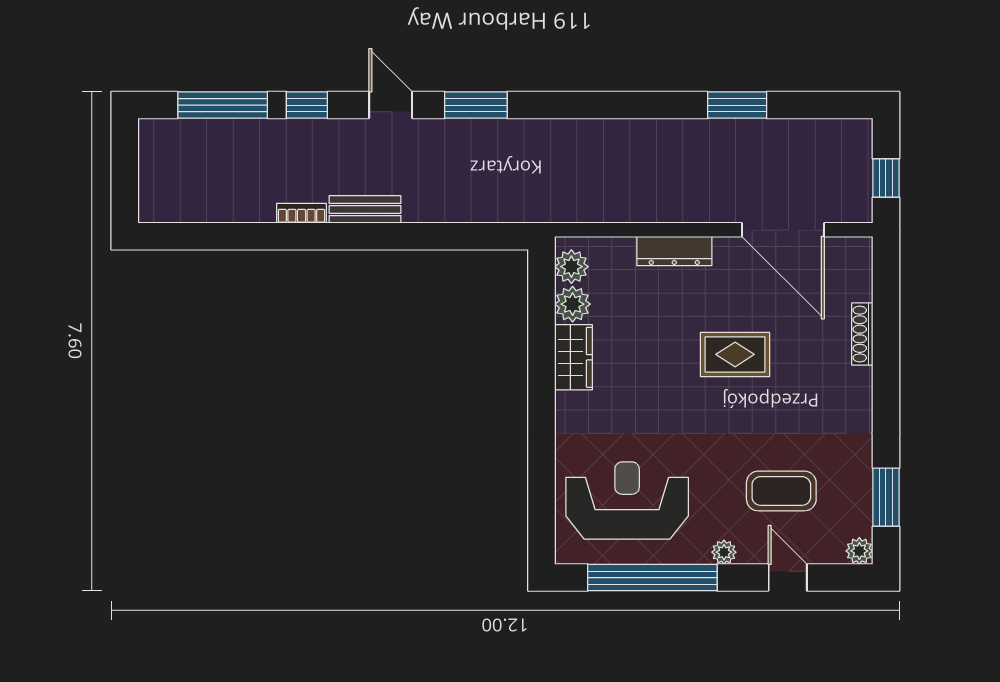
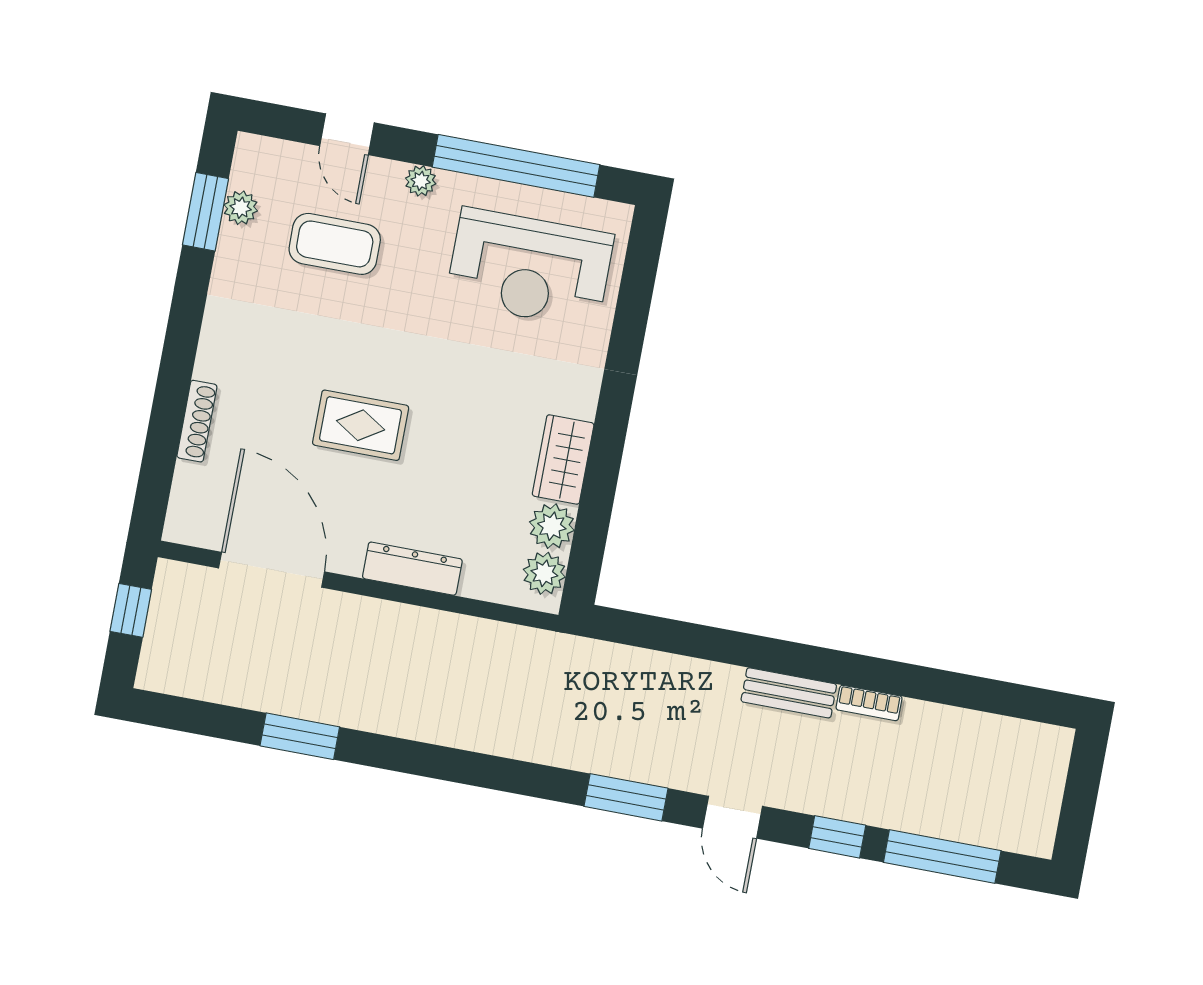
plant: (859, 551) -> (241, 208), moved

